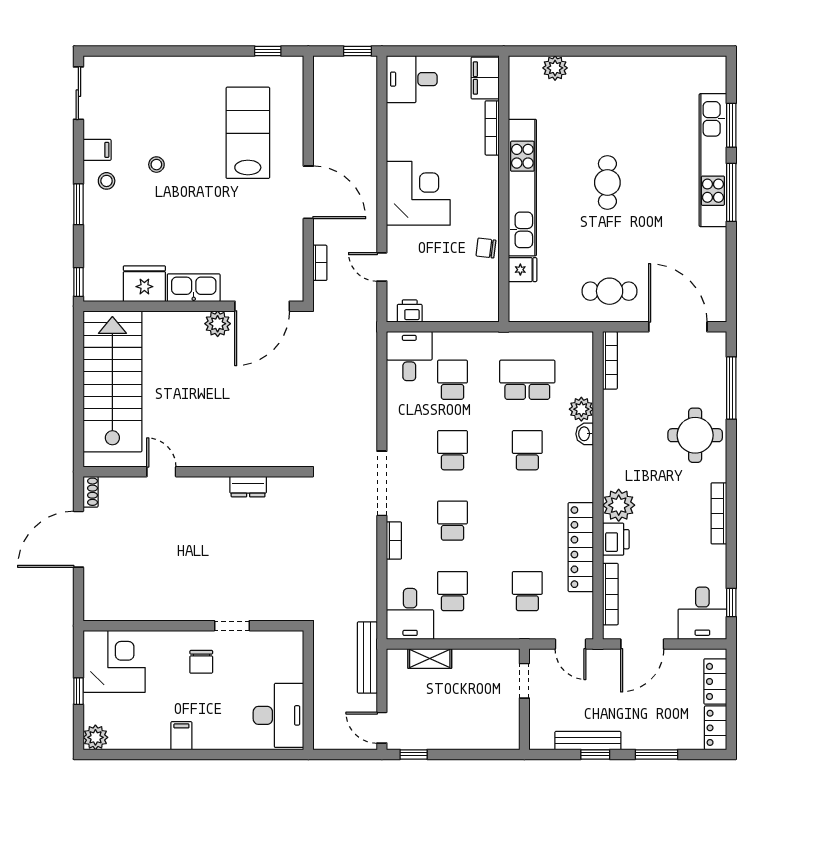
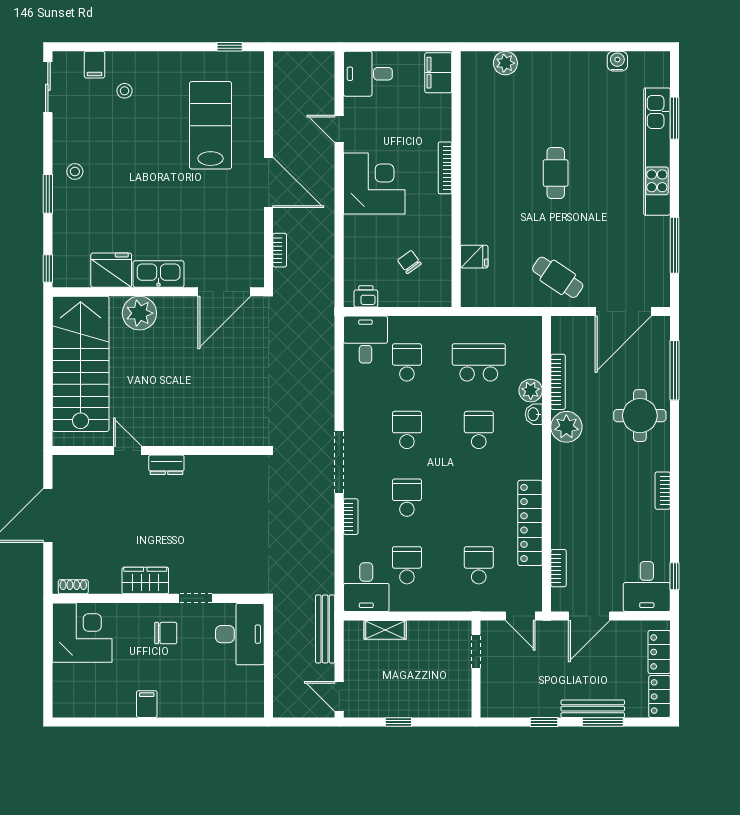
window: (358, 51) -> (316, 47), removed
water cooler: (672, 66) -> (617, 61), added
bookcase: (492, 128) -> (445, 168), moved
filing cabinet: (97, 150) -> (94, 65), moved, turned 90
stool: (156, 165) -> (125, 91), moved
kitchen unit: (522, 188) -> (474, 178), removed
window: (731, 192) -> (675, 245), moved
chair: (486, 248) -> (409, 262), moved, turned 47
door: (382, 267) -> (339, 129), moved
cafe table: (610, 291) -> (558, 277), turned 34
plant: (218, 324) -> (139, 313), moved, width x1.36, depth x1.36
door: (678, 327) -> (623, 312), swing flipped
bookcase: (610, 360) -> (558, 382), moved
dresser: (248, 487) -> (166, 465), moved
shoe rack: (91, 492) -> (73, 587), moved, turned -90
plant: (619, 505) -> (566, 427), moved
bookcase: (719, 513) -> (663, 491), width x0.64
printer: (616, 539) -> (564, 515), removed
bookcase: (610, 594) -> (559, 568), width x0.64
wardrobe: (180, 607) -> (145, 581), added
chair: (201, 662) -> (166, 633), turned -90
window: (78, 691) -> (48, 661), removed
desk: (278, 715) -> (240, 634), moved
plant: (95, 737) -> (64, 706), removed
bench: (588, 741) -> (593, 709), moved
window: (414, 754) -> (398, 722), moved

